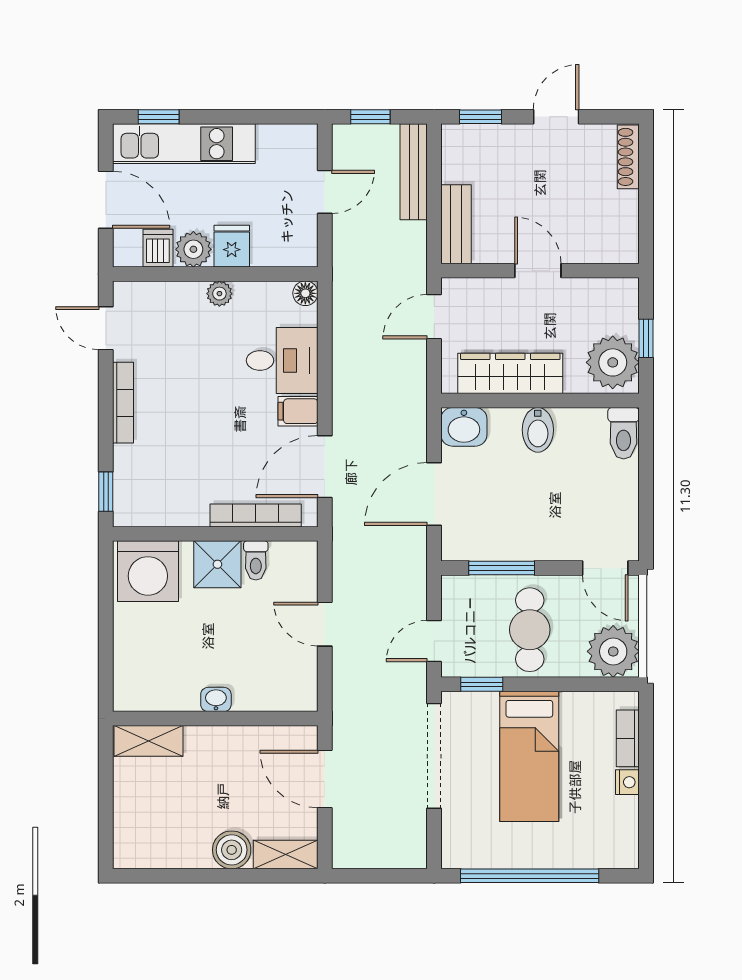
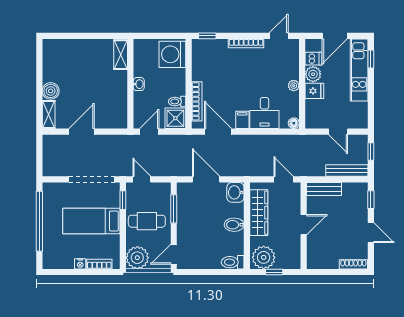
shower: (217, 564) -> (175, 118), moved
washbasin: (216, 699) -> (139, 84), moved
wall: (215, 719) -> (130, 84), moved
shelving: (148, 741) -> (121, 55), moved

